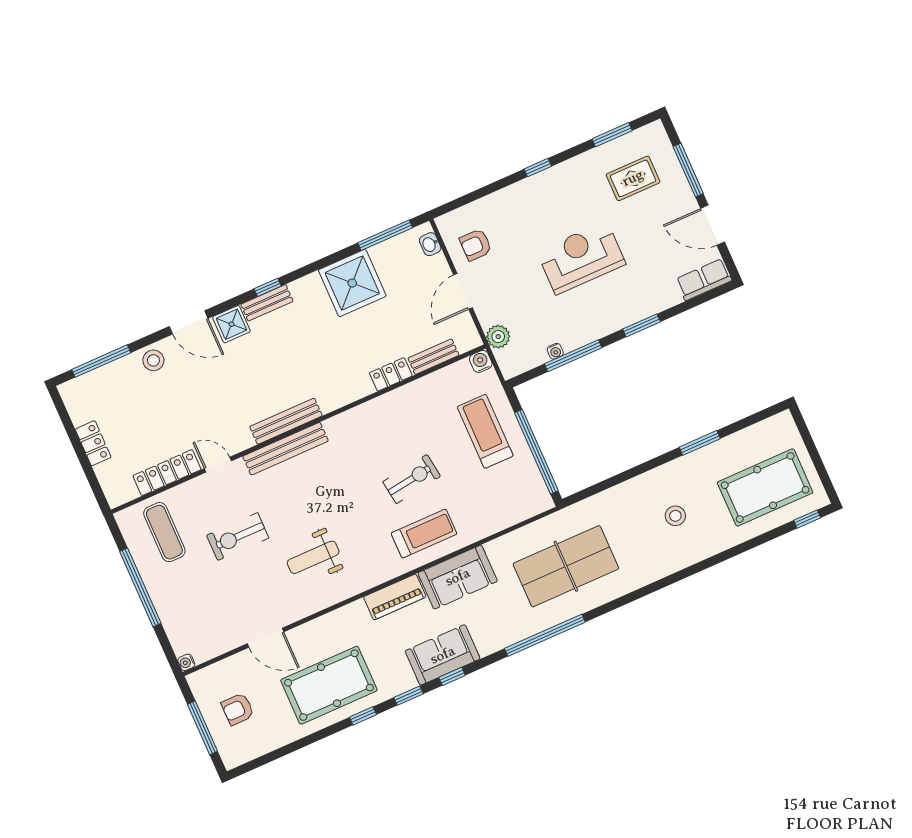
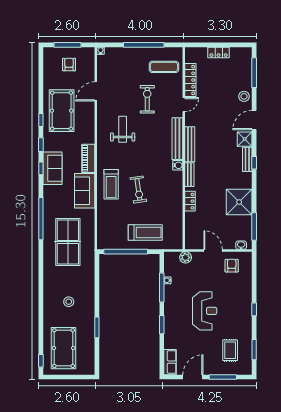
bench: (433, 357) -> (189, 175), moved
water cooler: (481, 361) -> (178, 165), moved

